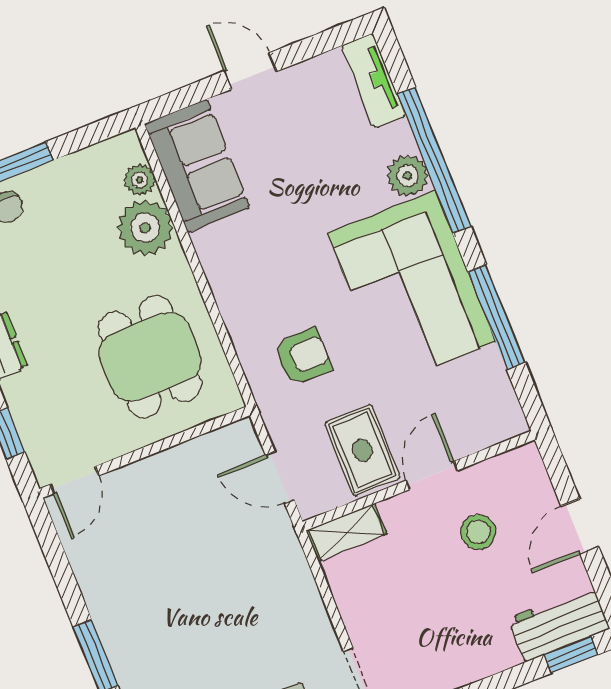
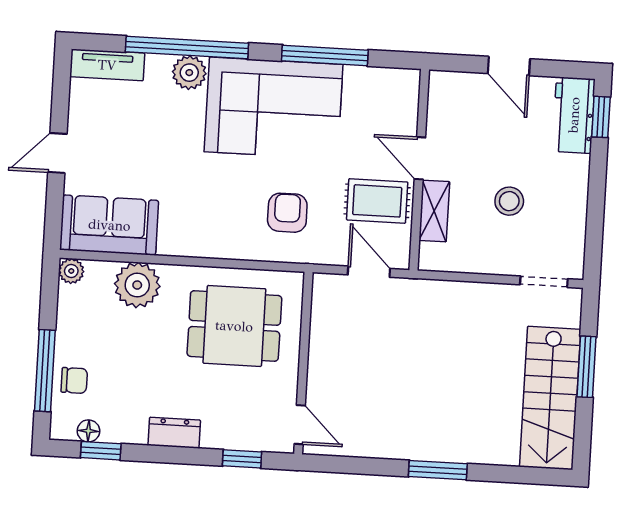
plant: (140, 180) -> (71, 271), moved
door: (280, 478) -> (369, 272), swing flipped
shelving: (346, 532) -> (434, 211), moved
stool: (478, 532) -> (509, 201), moved

